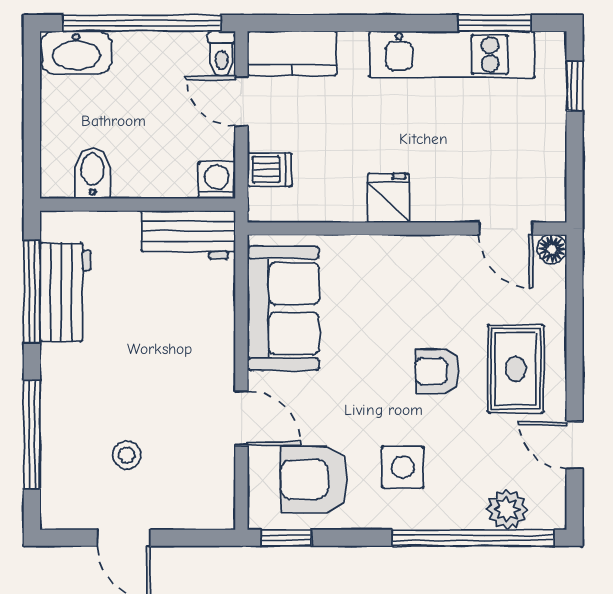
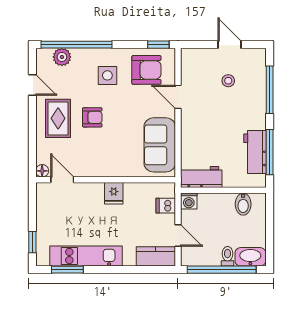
toilet: (221, 54) -> (228, 256), moved

